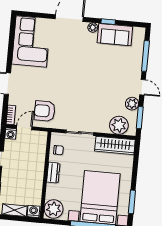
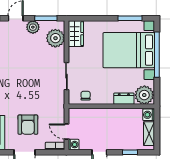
armchair: (45, 111) -> (28, 125), moved
wardrobe: (115, 145) -> (76, 34), width x0.67
dresser: (53, 173) -> (124, 99), moved

